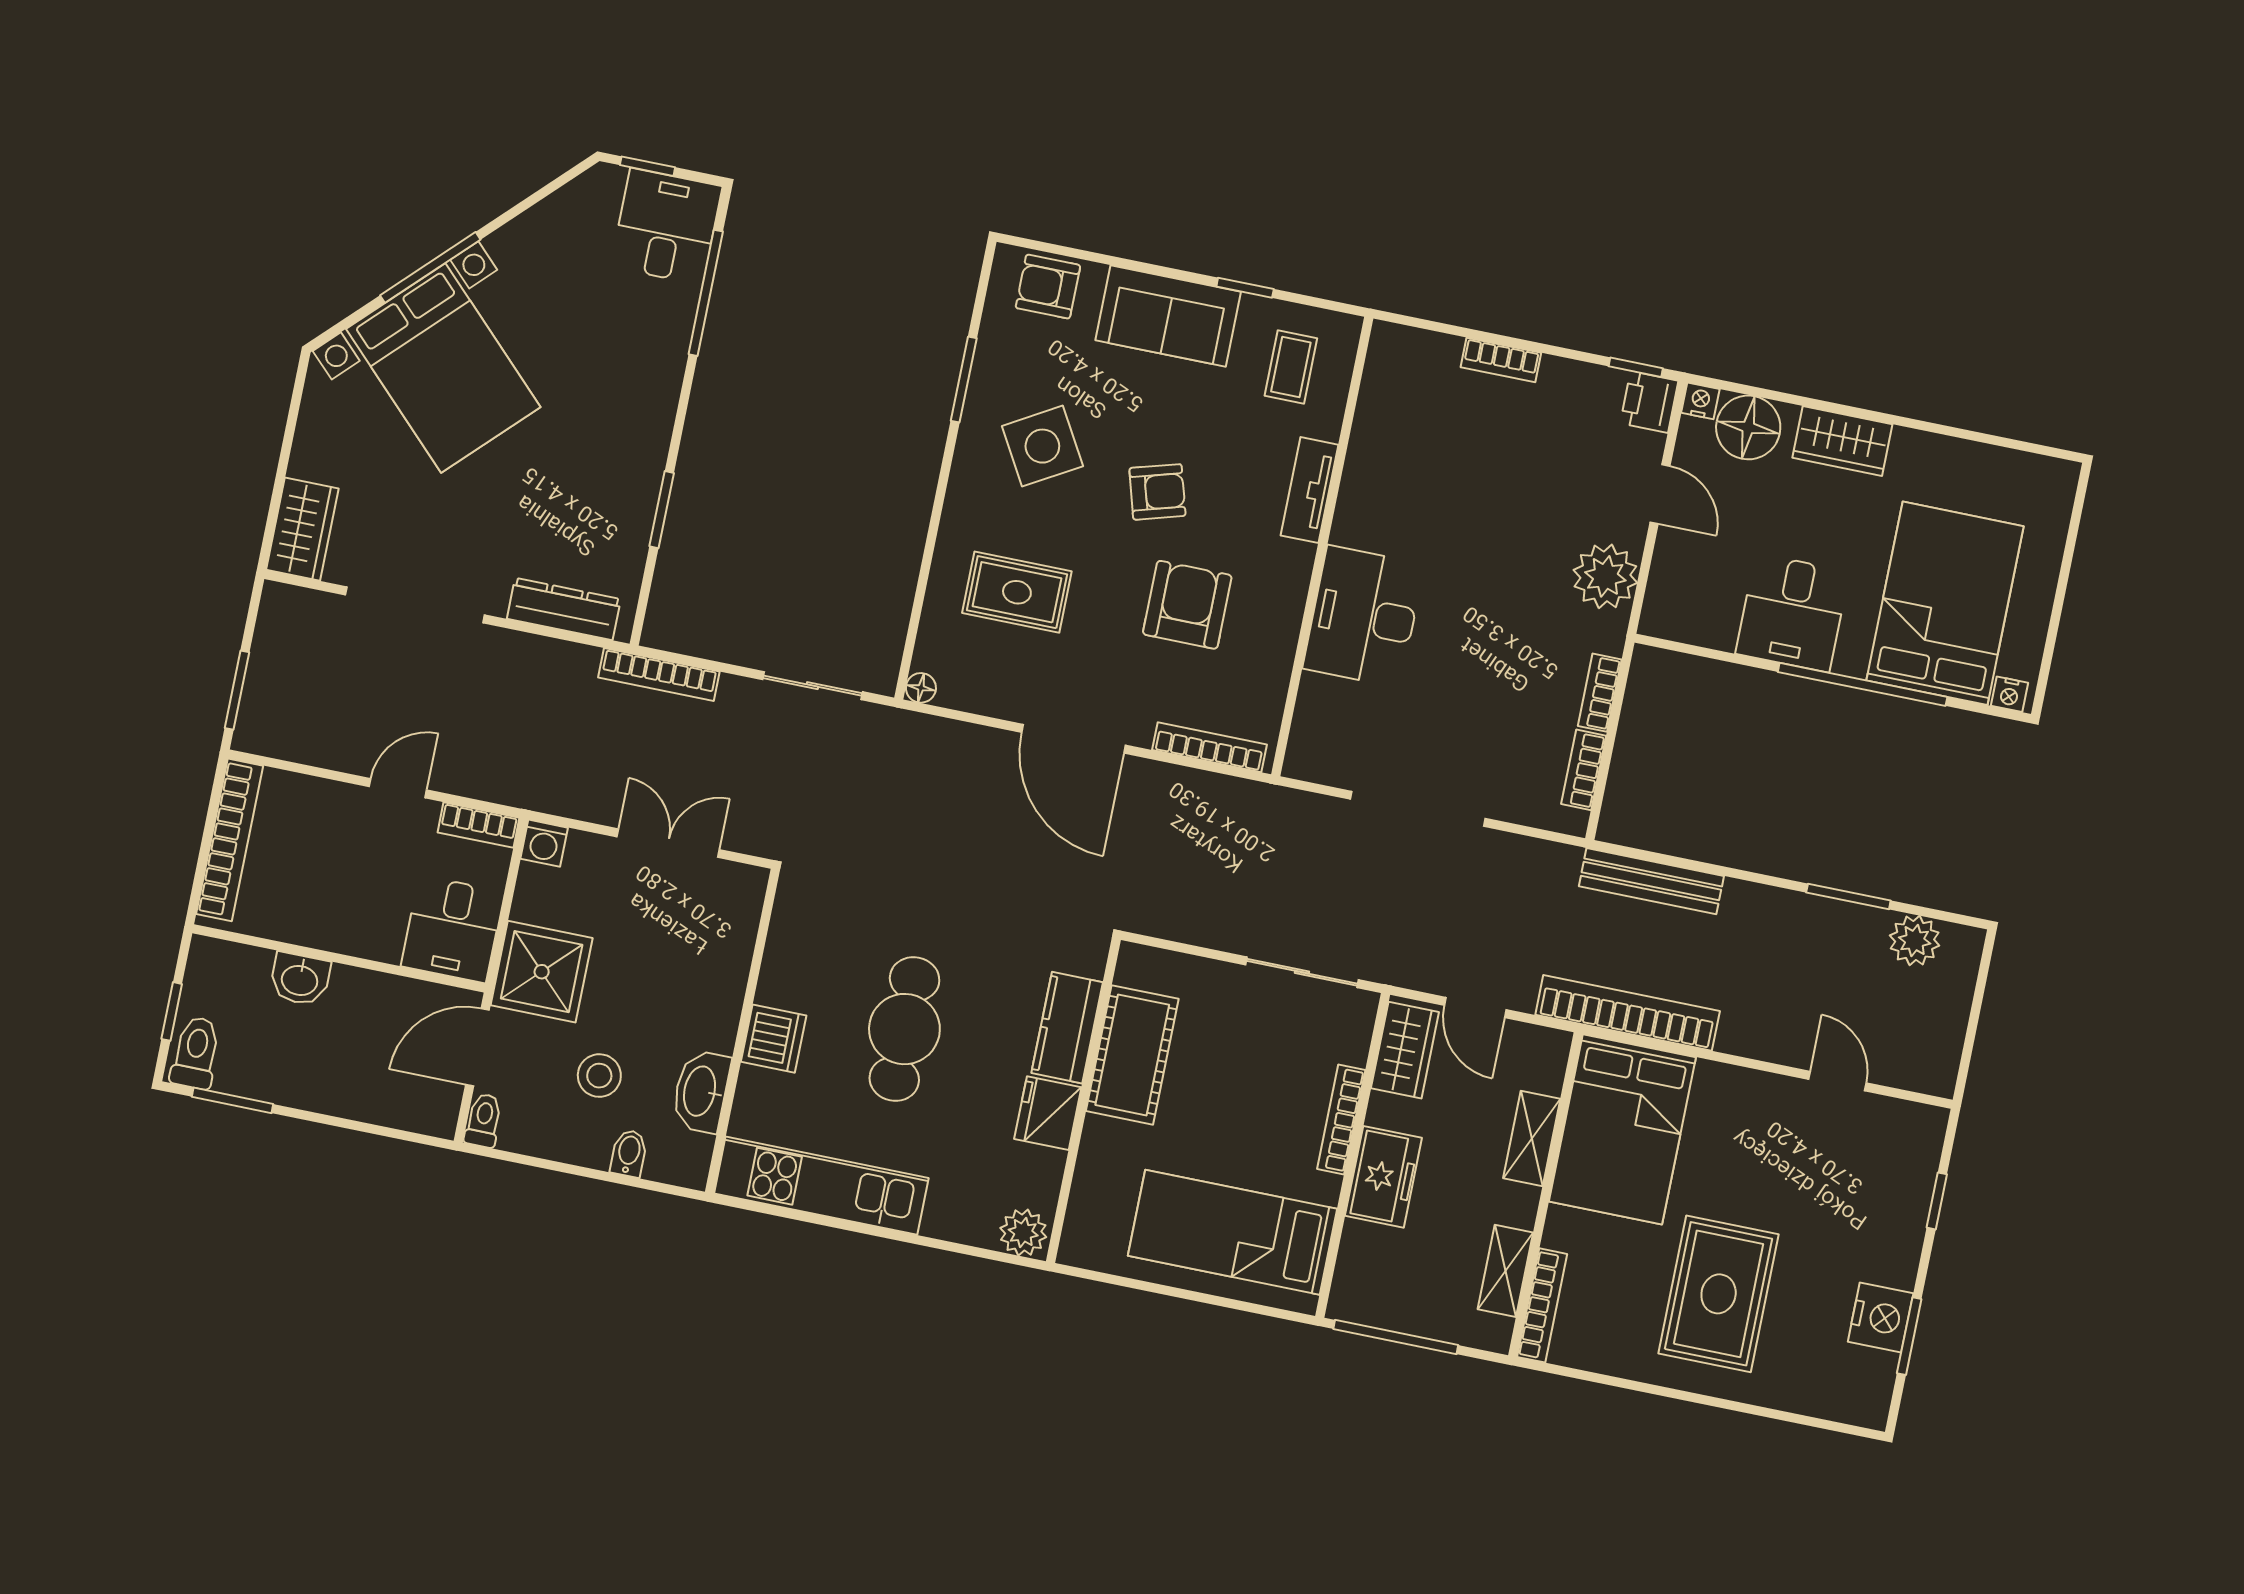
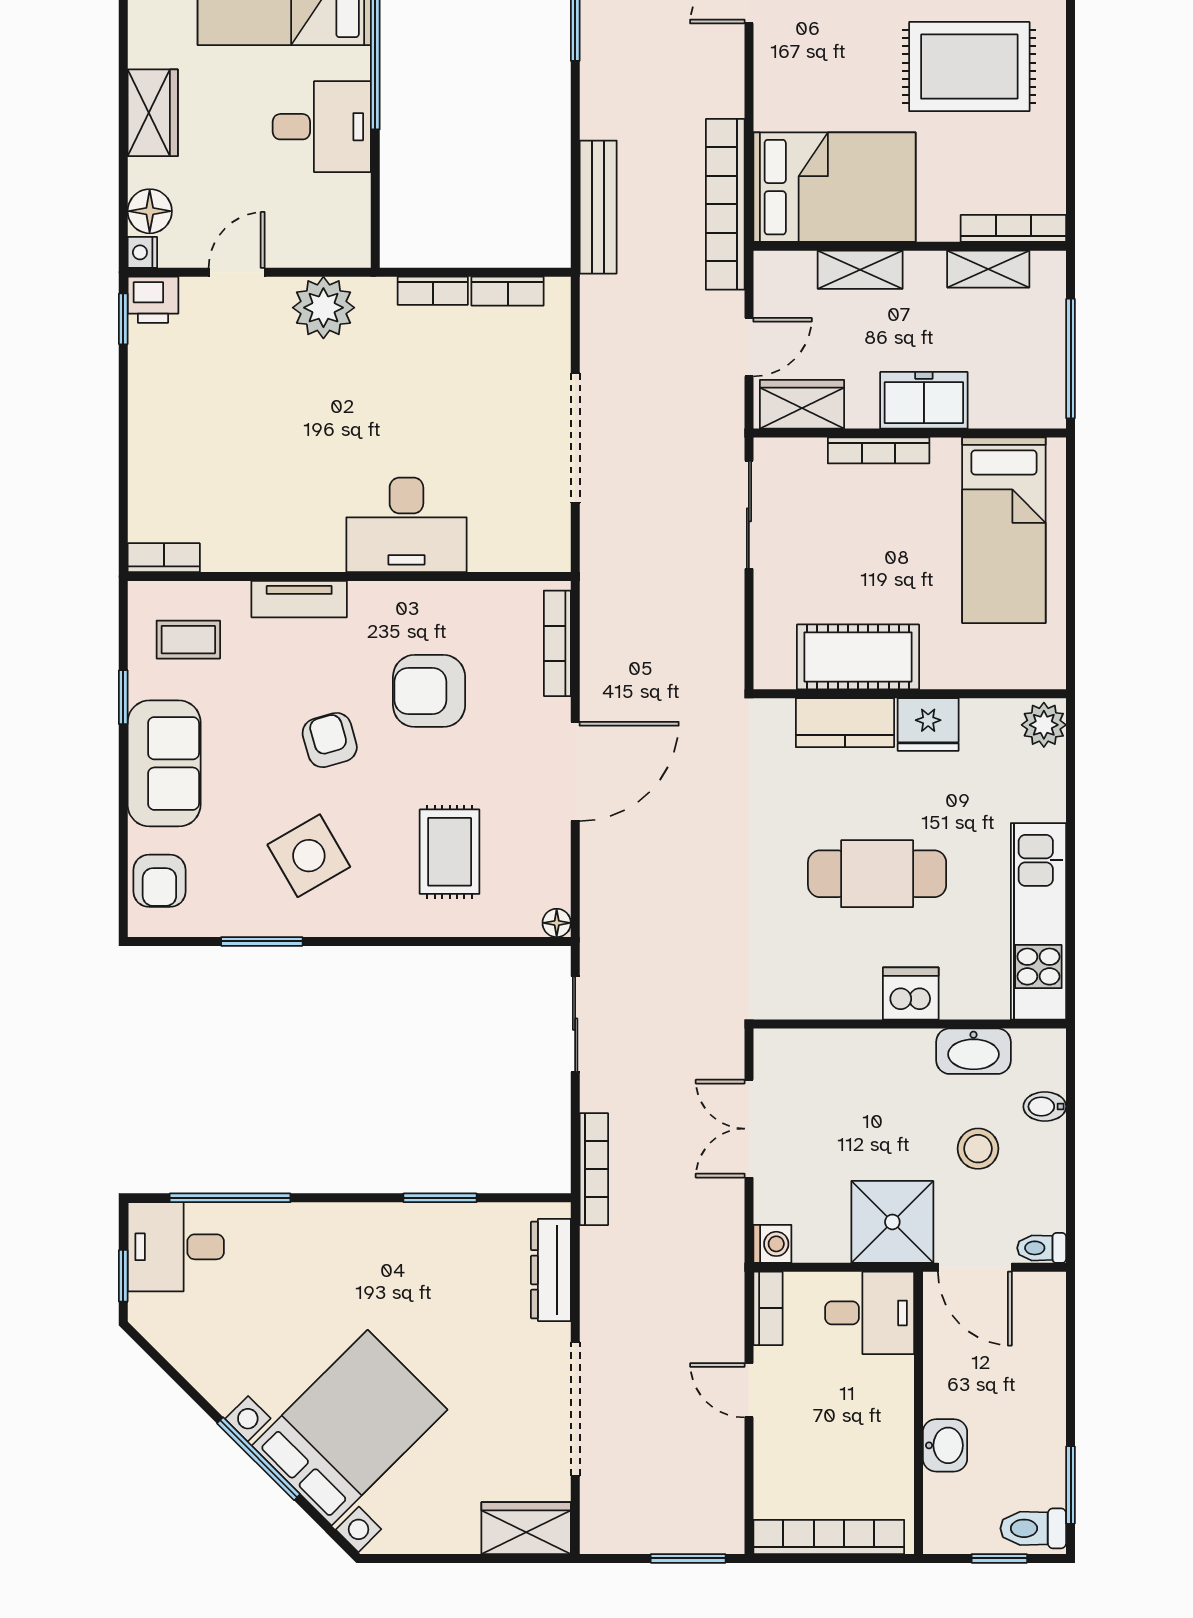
bookcase: (1501, 360) -> (164, 558), moved, turned -90
floor lamp: (1748, 427) -> (150, 211), width x0.73, depth x0.73

